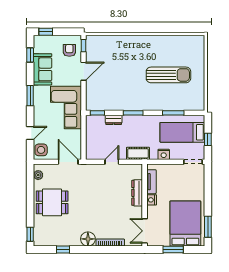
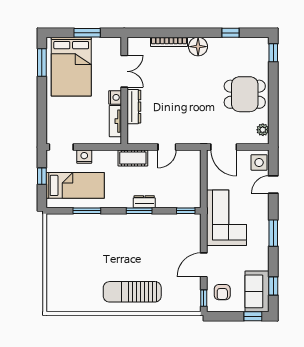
sofa: (43, 69) -> (257, 291), moved
sun lounger: (168, 75) -> (132, 292), moved
dresser: (114, 120) -> (144, 202), moved
nightstand: (164, 154) -> (84, 157), moved
double door: (145, 231) -> (124, 71), moved

